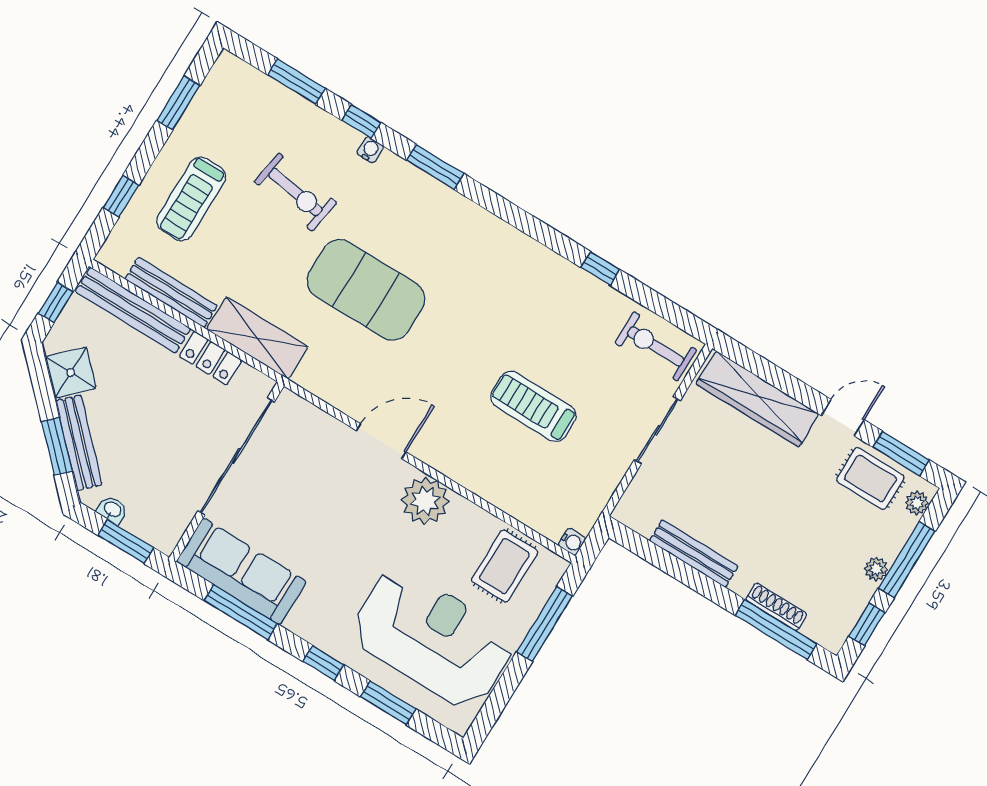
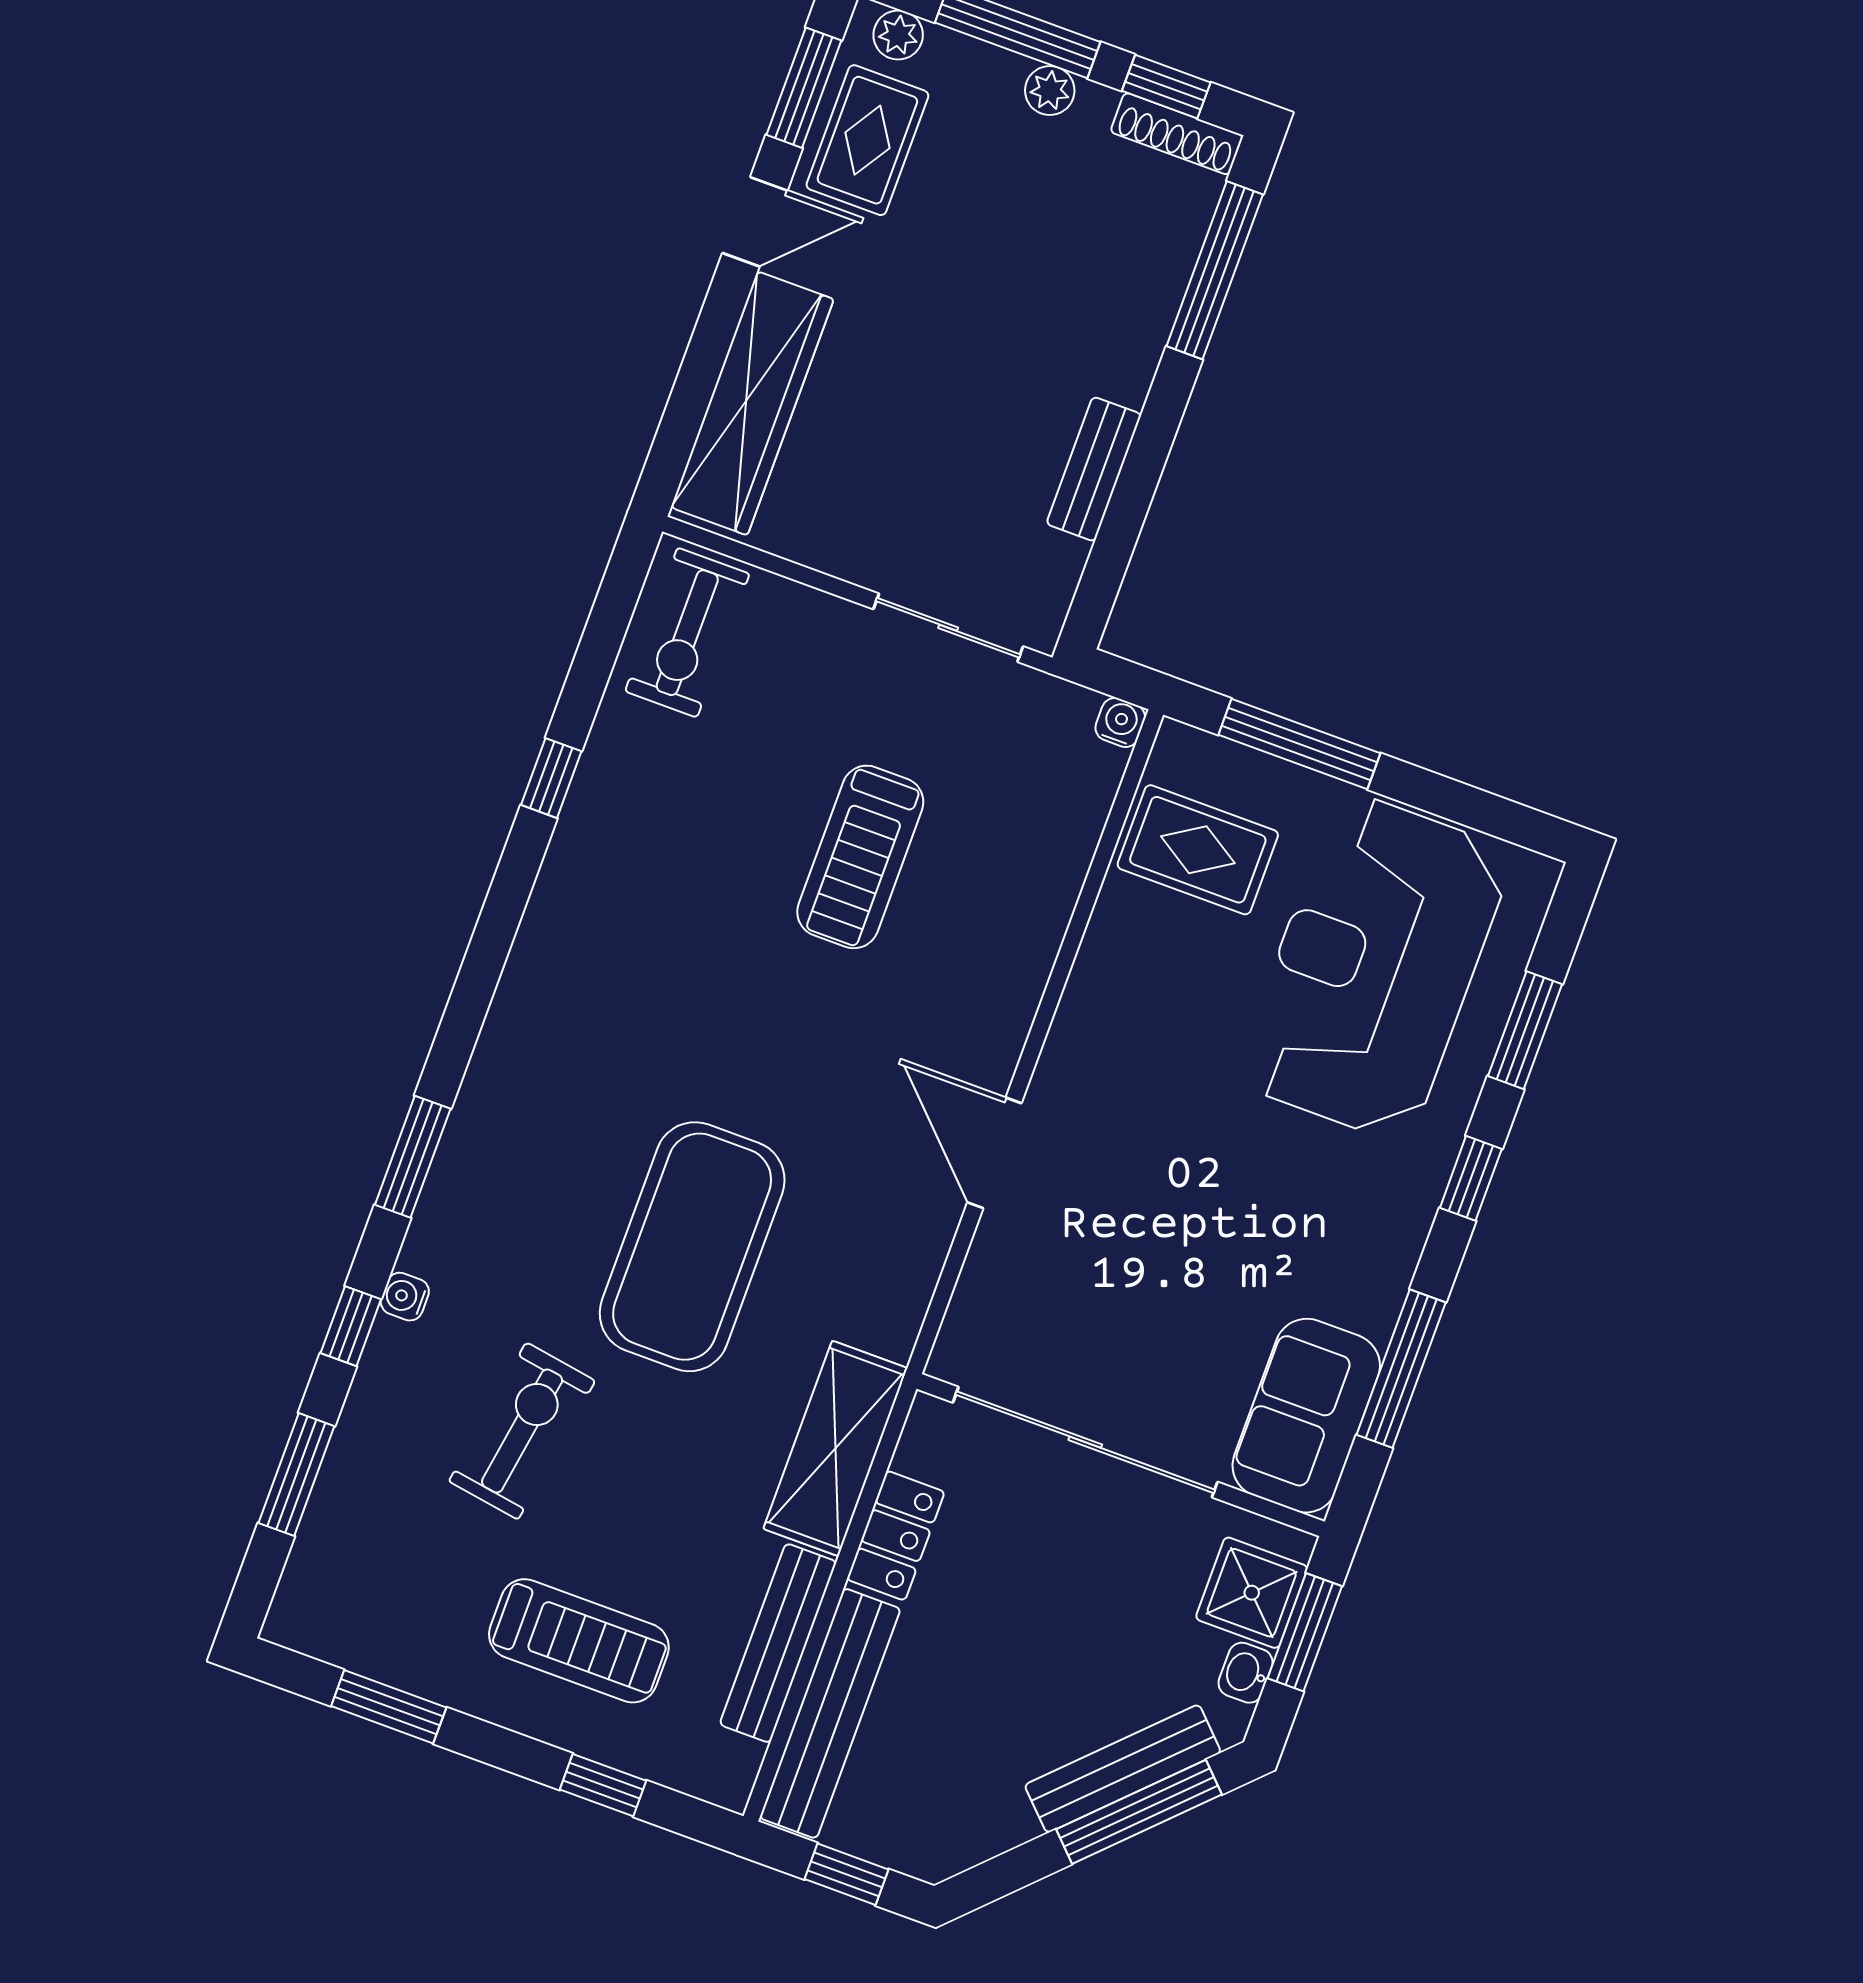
shower: (71, 373) -> (1252, 1593), moved, turned 45
door: (843, 418) -> (755, 222), swing flipped
sliding door: (657, 430) -> (948, 628), moved
window: (57, 446) -> (1139, 1812), width x1.44
plant: (425, 501) -> (1098, 1038), removed
bench: (694, 554) -> (1094, 469), width x0.73
sofa: (241, 571) -> (1306, 1416), width x0.73
shoe rack: (776, 607) -> (1177, 134), moved, turned -90

